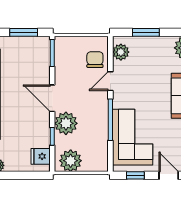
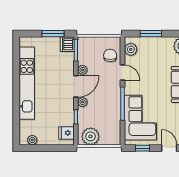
dishwasher: (41, 46) -> (67, 44), added
plant: (61, 78) -> (83, 70), added
door: (110, 81) -> (122, 73), swing flipped
door: (52, 98) -> (76, 86), swing flipped
plant: (66, 123) -> (83, 102), width x0.53, depth x0.53

